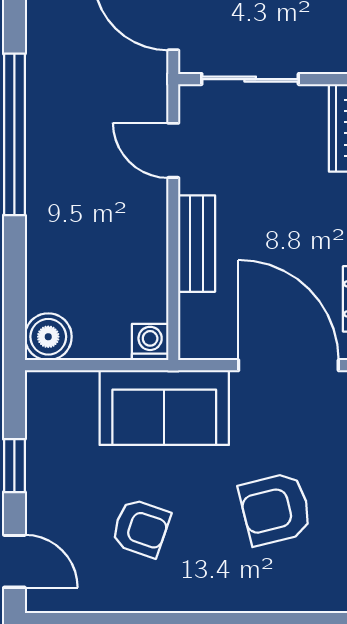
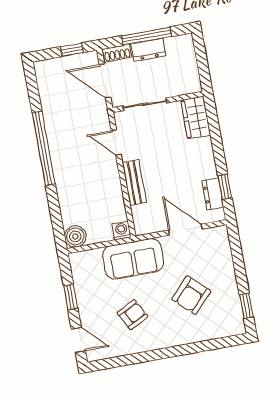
door: (288, 365) -> (185, 230), width x0.73
armchair: (275, 509) -> (191, 295), turned -33
armchair: (141, 528) -> (132, 315), turned -47

